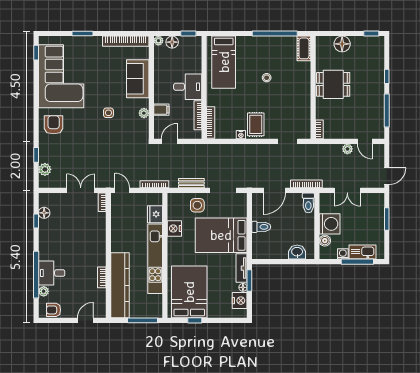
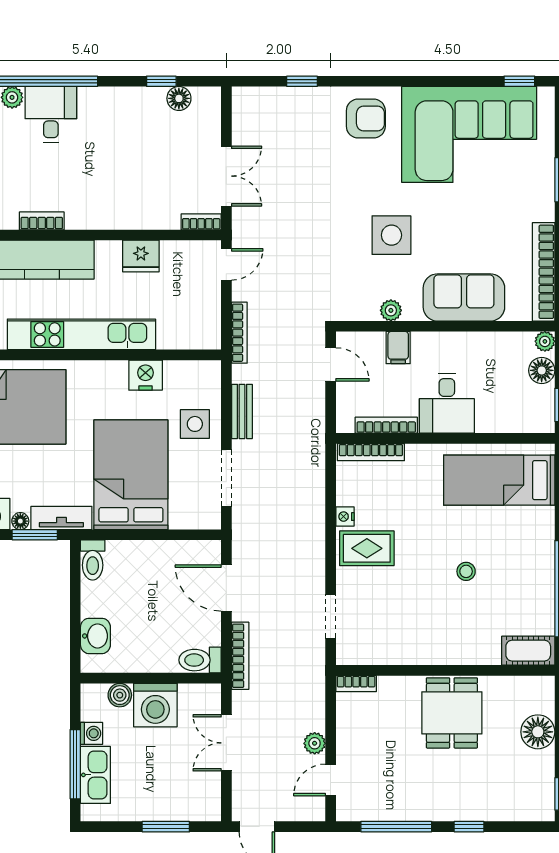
side table: (108, 113) -> (391, 235), width x1.87, depth x1.87
plant: (45, 169) -> (271, 100), removed
fridge: (155, 214) -> (141, 256), moved, turned 180
toilet: (261, 227) -> (93, 560), moved

